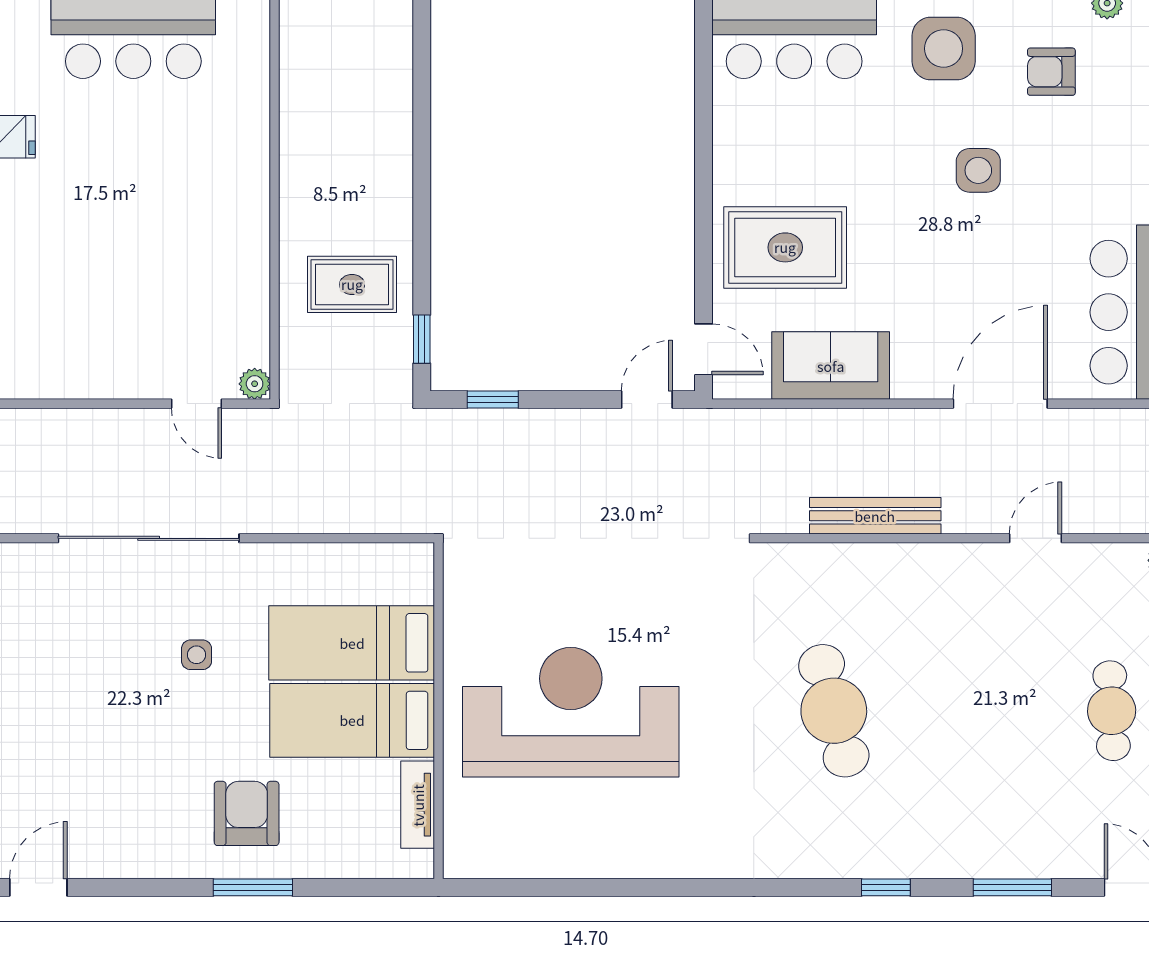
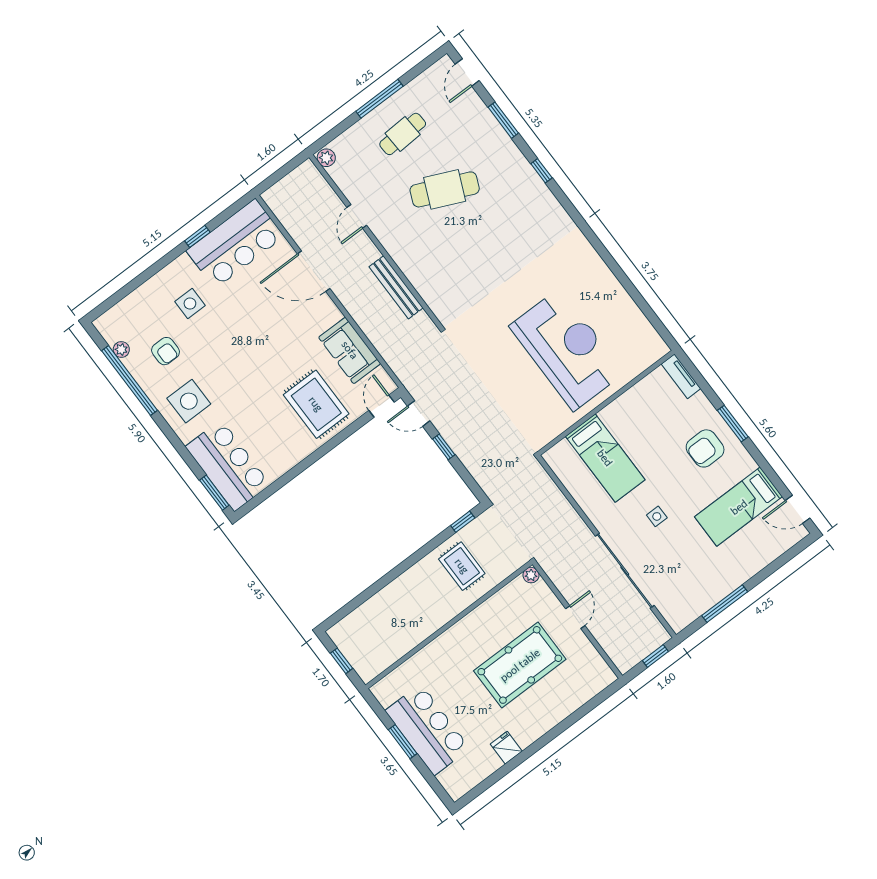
side table: (978, 170) -> (190, 303), moved
pool table: (125, 258) -> (520, 665), added
window: (493, 399) -> (444, 447), moved
door: (196, 404) -> (575, 617), moved
door: (1036, 538) -> (357, 216), hinge flipped
cafe table: (834, 711) -> (445, 189), moved, turned 39
reception desk: (571, 712) -> (567, 350), turned 180
bed: (352, 720) -> (739, 507), moved, turned 90
tv unit: (418, 805) -> (681, 376), moved, turned 90

